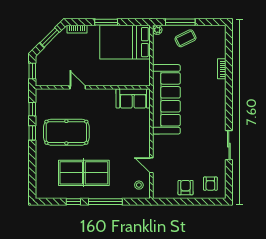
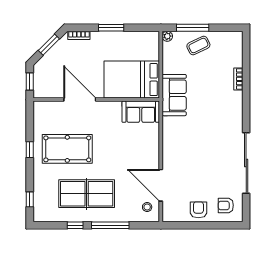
bed: (125, 42) -> (132, 80), moved
door: (78, 87) -> (80, 100), width x1.87
sofa: (166, 99) -> (174, 95), width x0.54, depth x0.79
window: (32, 109) -> (30, 199), moved
sliding door: (229, 145) -> (246, 163), width x1.86
door: (151, 165) -> (161, 185), width x1.88
armchair: (210, 184) -> (226, 205), turned 90

